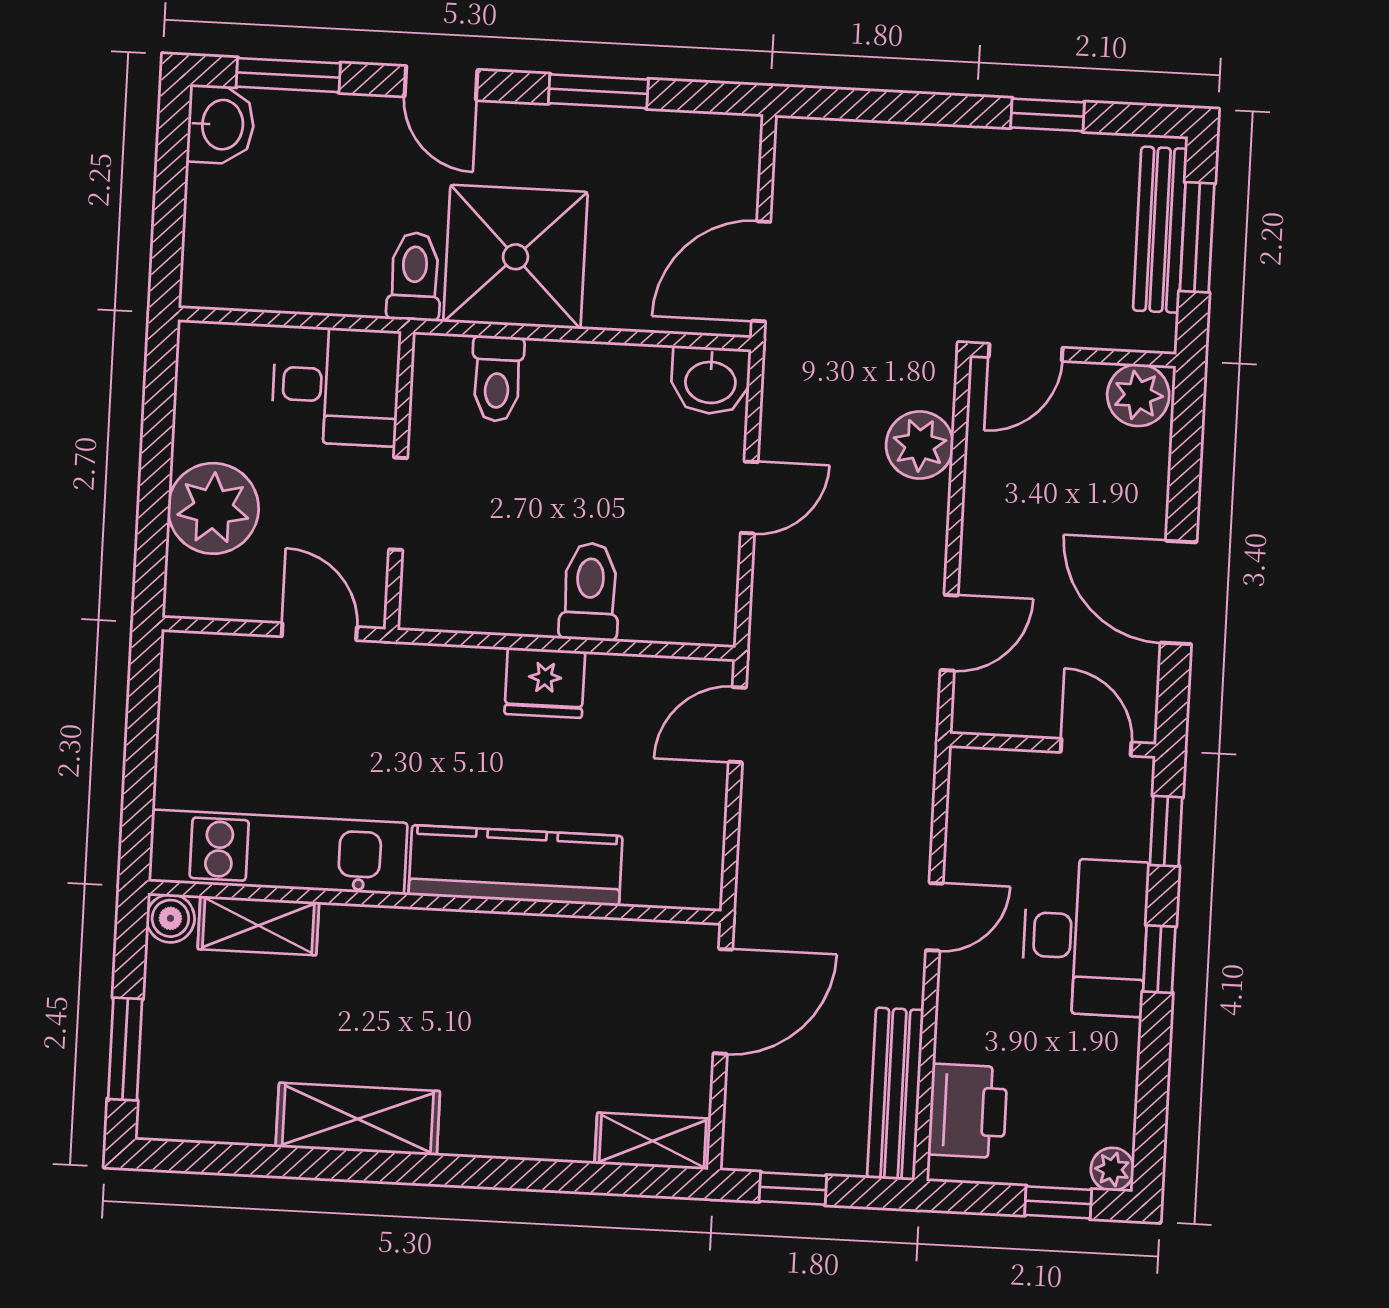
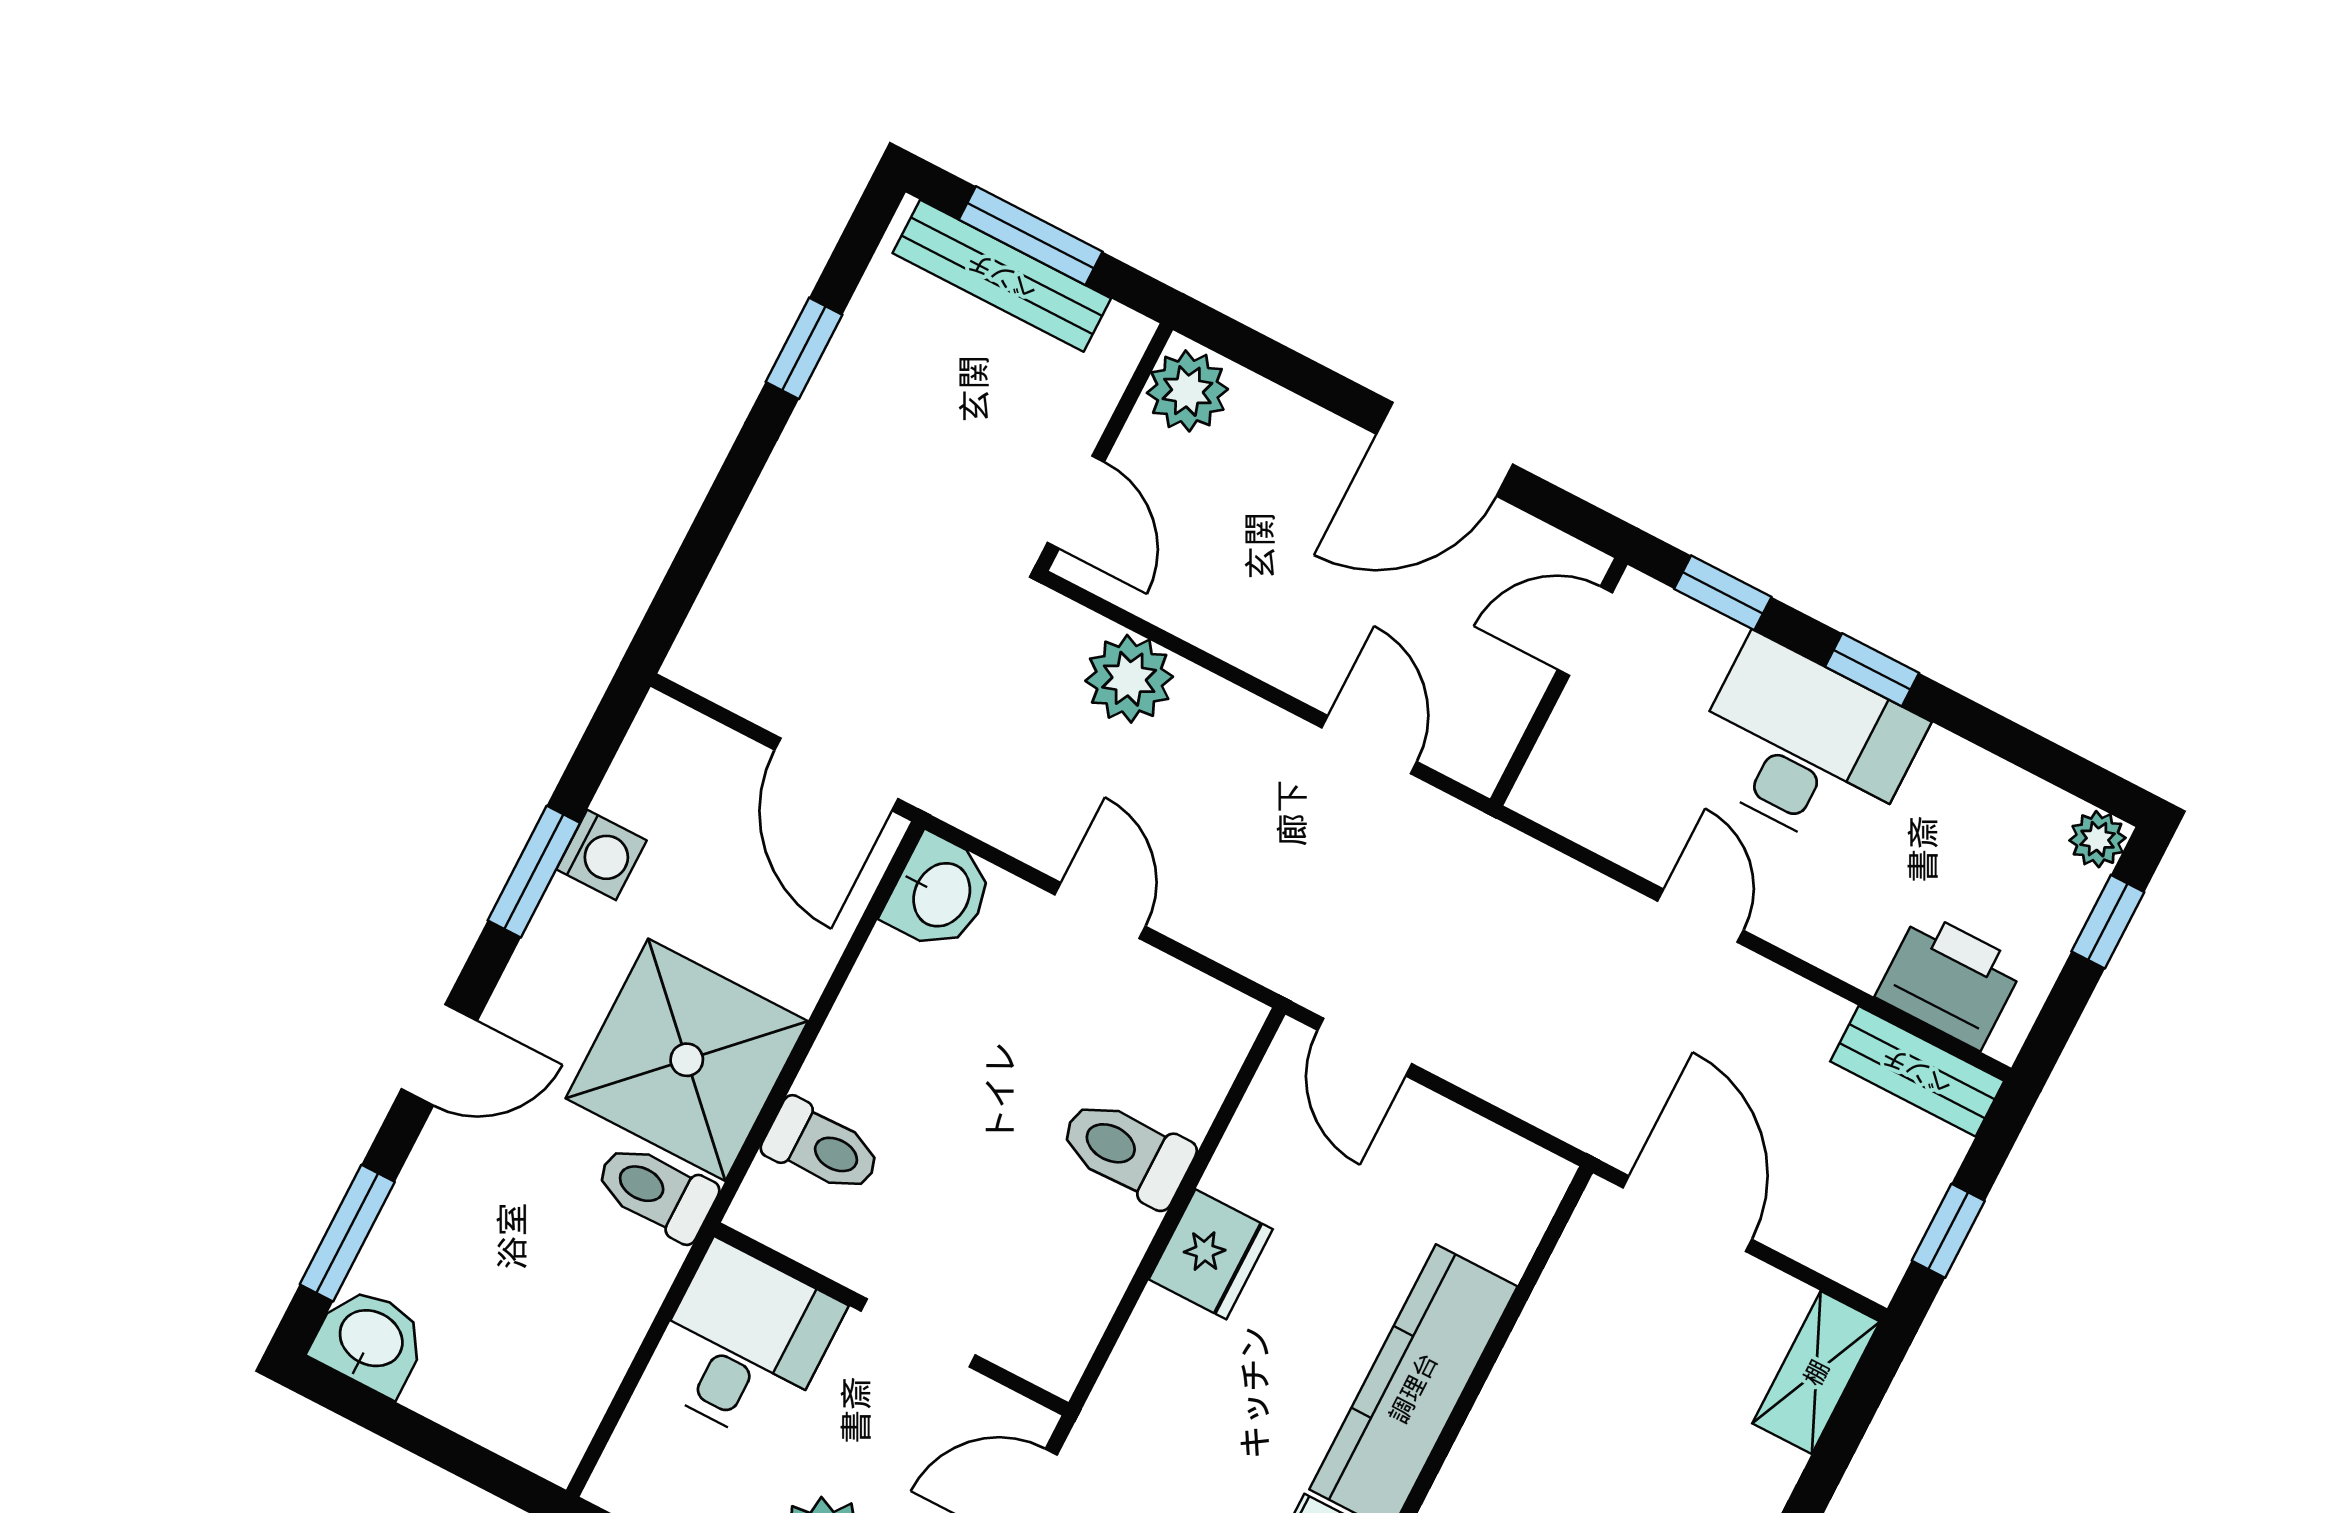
washing machine: (631, 133) -> (602, 855), added
bench: (895, 1094) -> (1917, 1071), width x0.73

